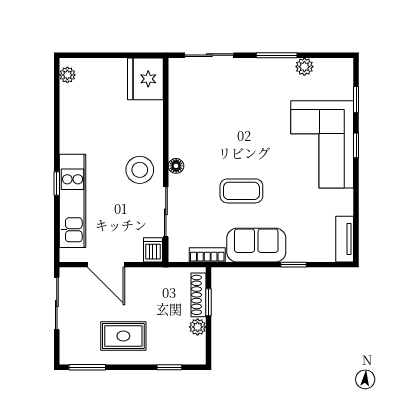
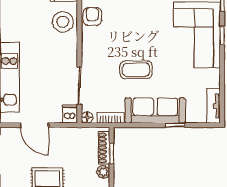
armchair: (183, 120) -> (92, 16), added
floor lamp: (176, 166) -> (87, 117), moved
stool: (140, 170) -> (63, 22), moved
sofa: (256, 245) -> (155, 110), width x1.36

